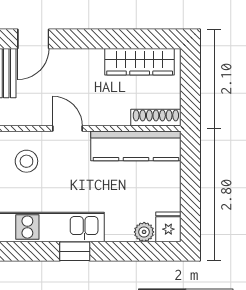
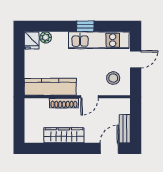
wardrobe: (140, 62) -> (64, 135), moved
shoe rack: (156, 118) -> (64, 103), moved
door: (68, 129) -> (90, 97), hinge flipped

